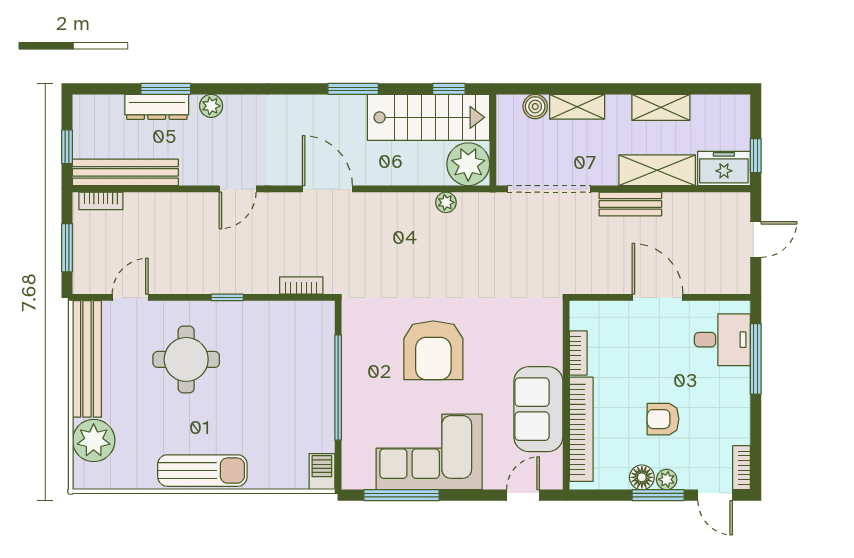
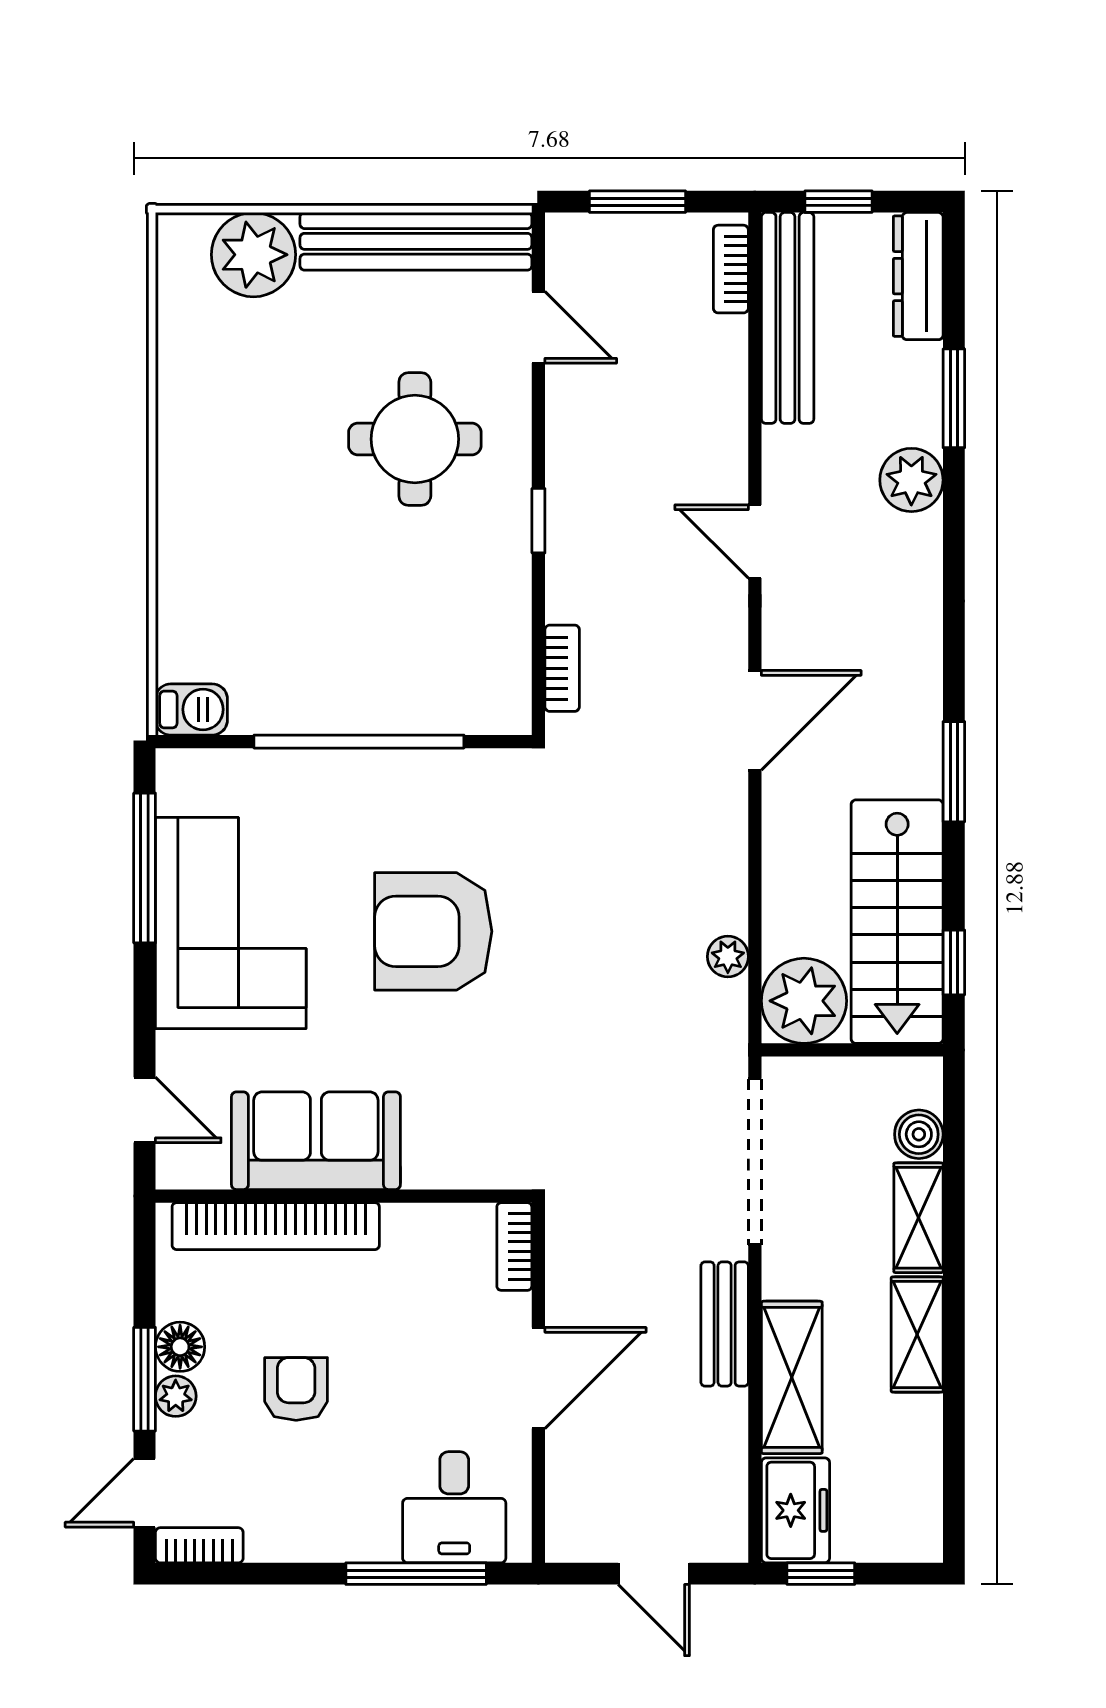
plant: (211, 106) -> (911, 480), width x1.38, depth x1.38
dresser: (157, 107) -> (918, 276), moved
shelving: (661, 107) -> (917, 1334), moved
bookcase: (578, 353) -> (514, 1246), moved, turned 90
sun lounger: (202, 471) -> (194, 471), removed

